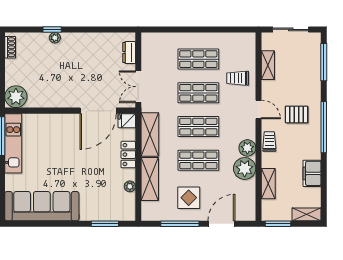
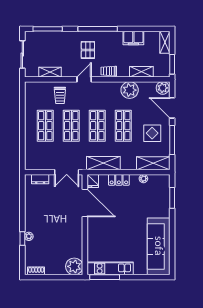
plant: (247, 148) -> (163, 88), moved
shelving: (150, 179) -> (153, 163), moved

